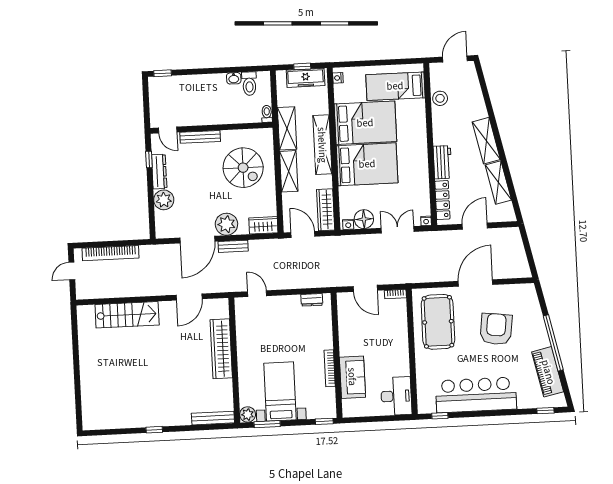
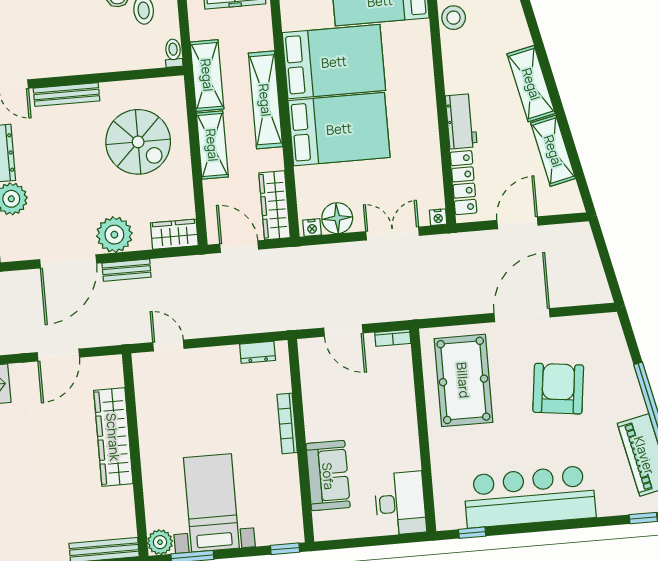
bookcase: (330, 368) -> (287, 423), moved

